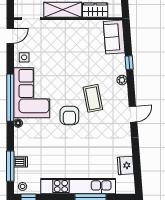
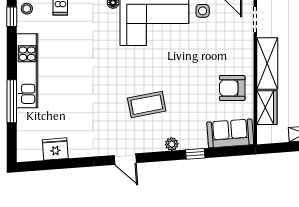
armchair: (69, 115) -> (232, 88), moved
kitchen unit: (78, 186) -> (27, 71), width x0.73

